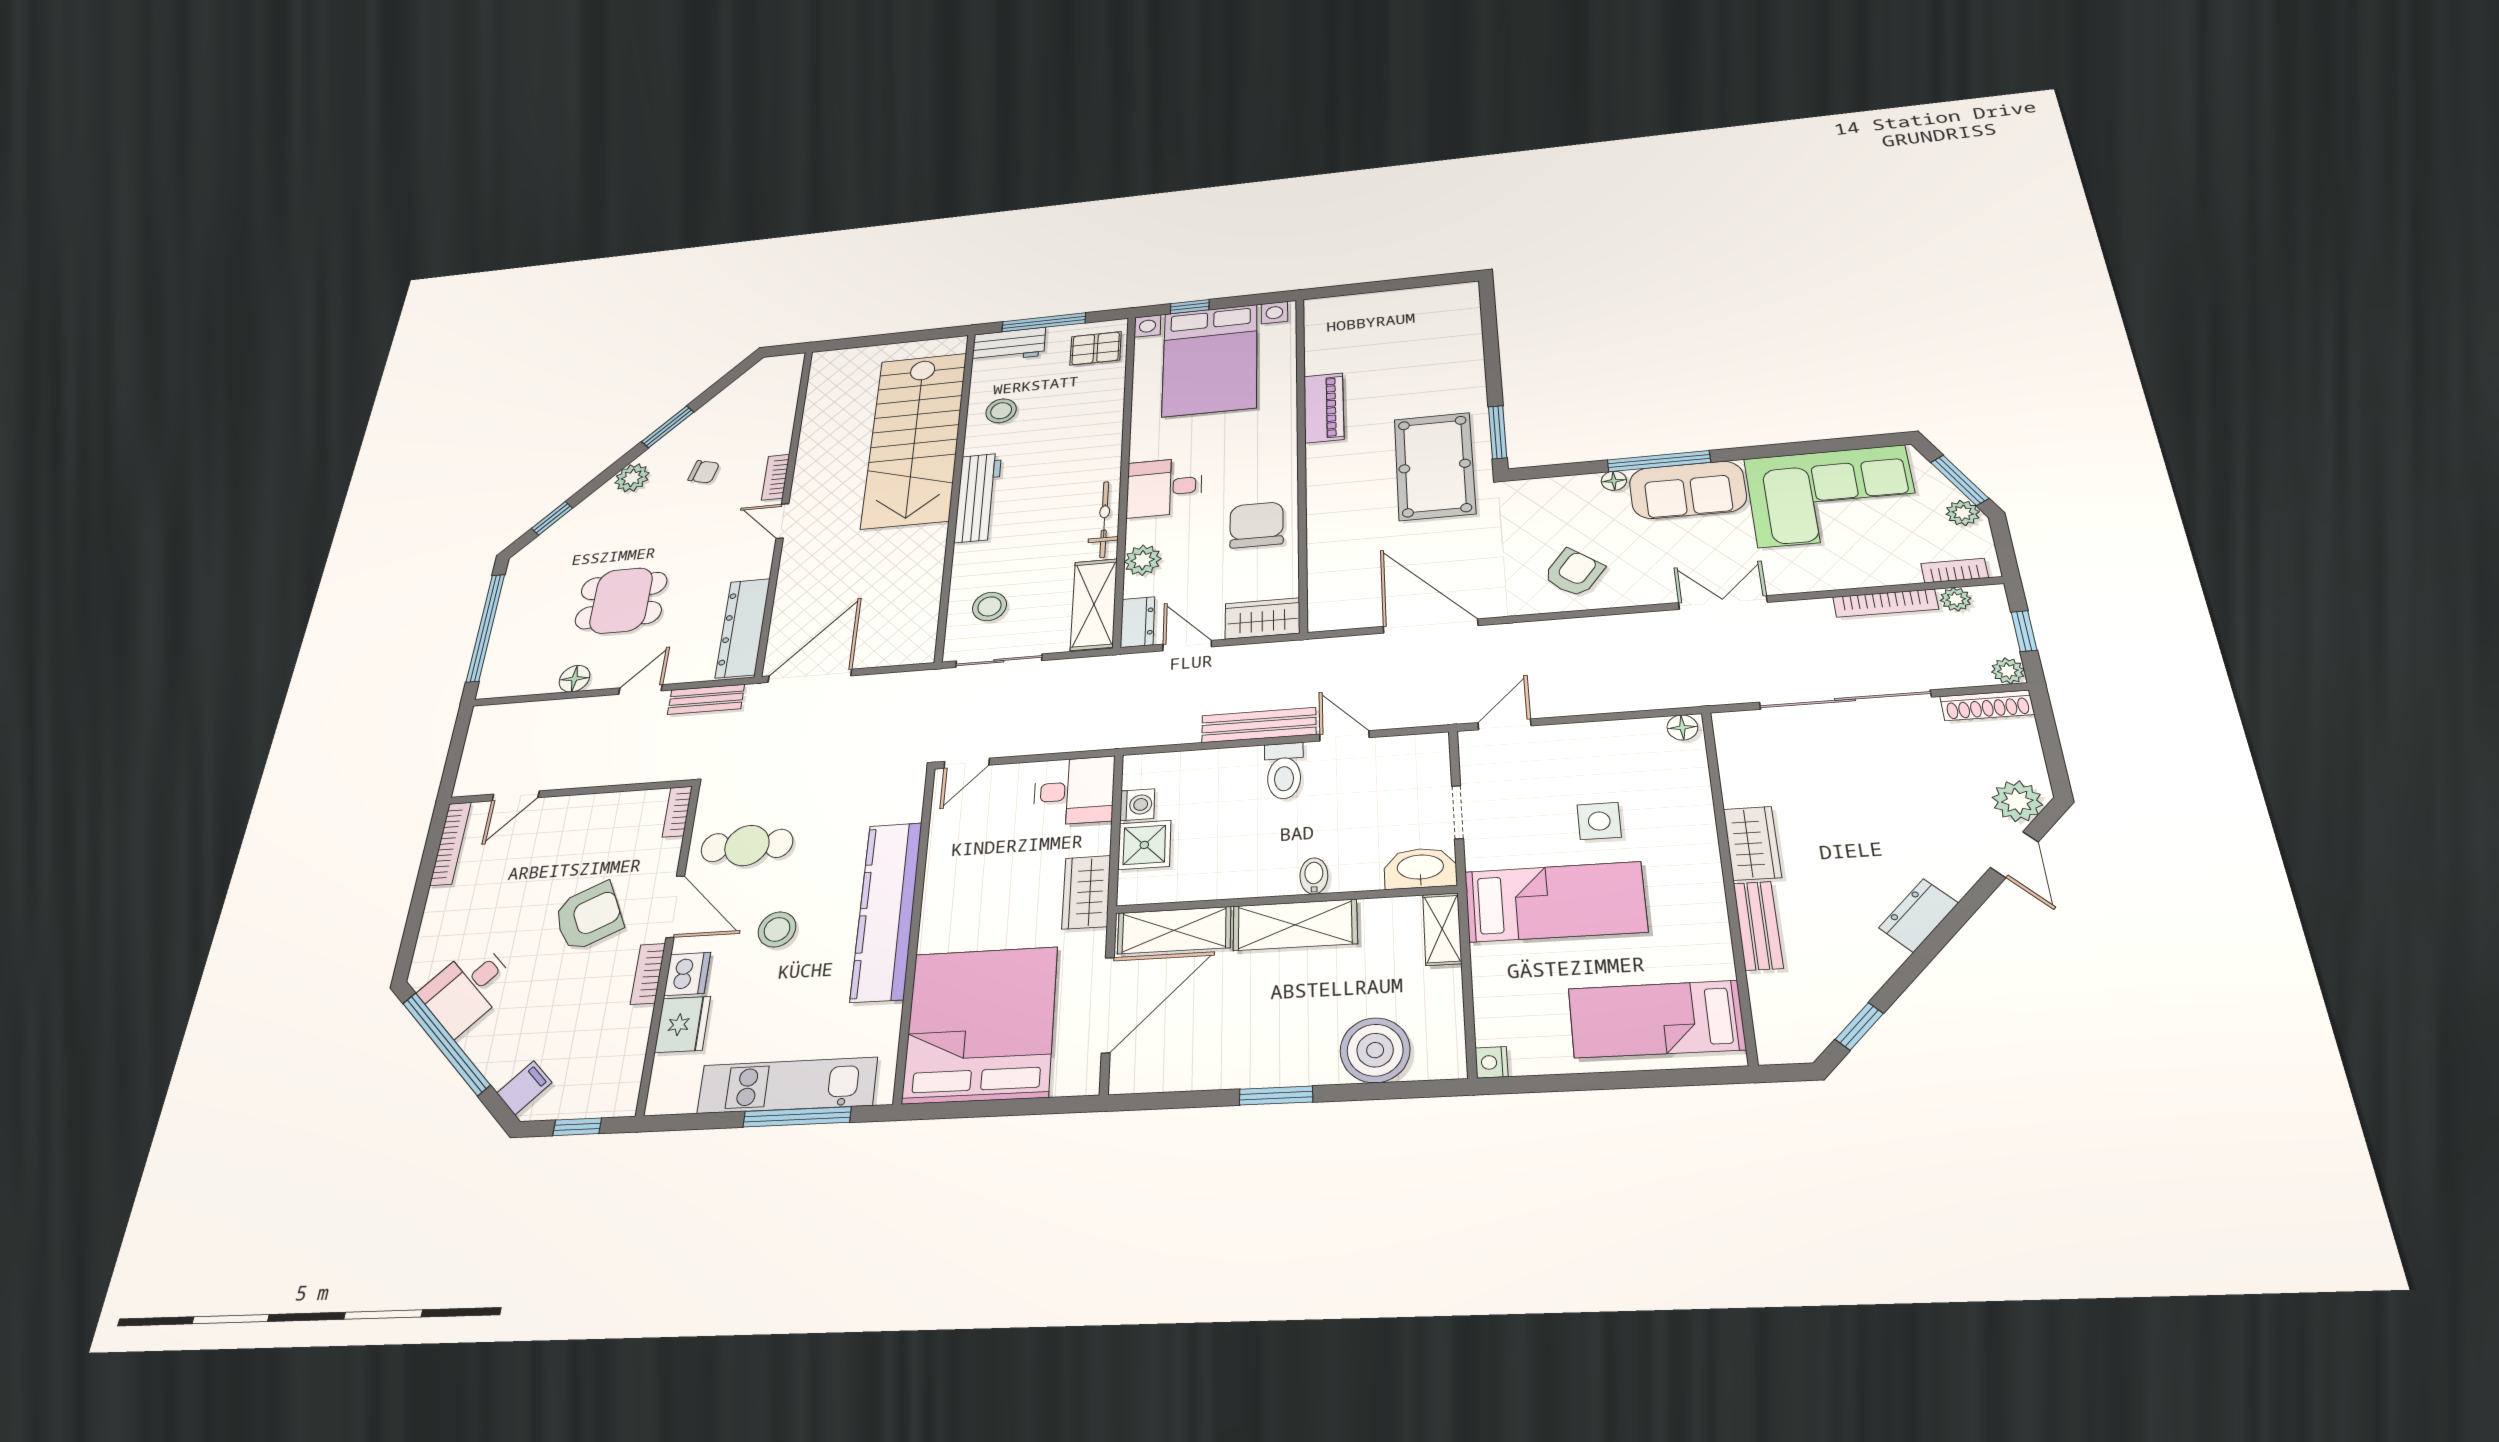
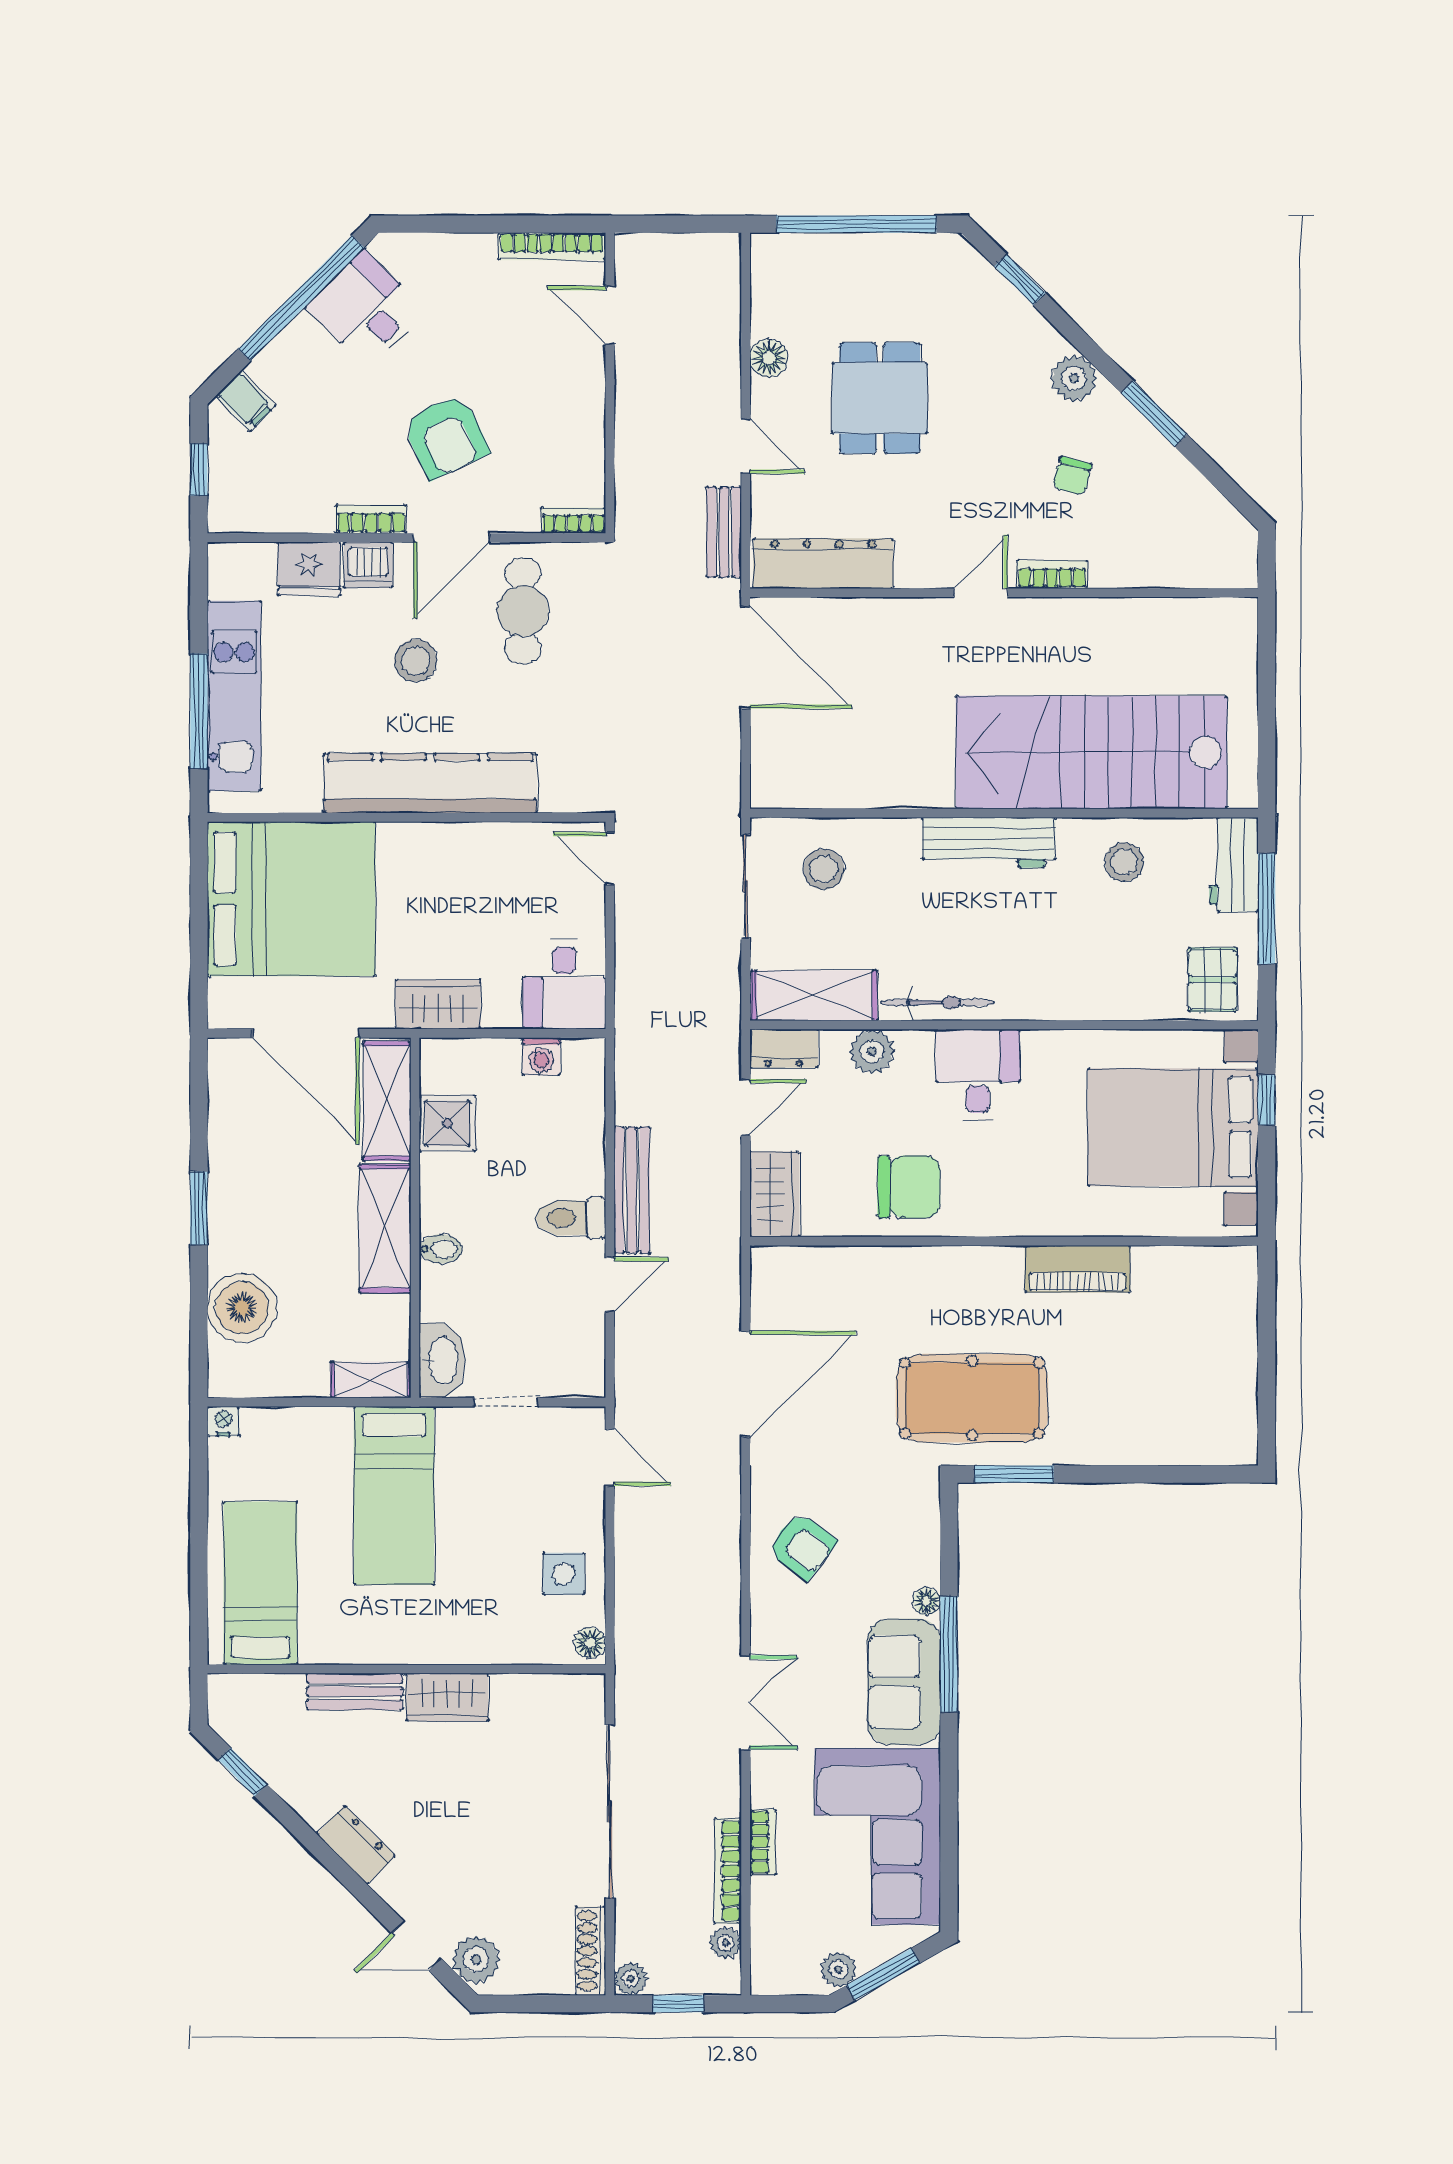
bookcase: (1955, 571) -> (763, 1842), moved
side table: (1599, 821) -> (564, 1574), moved
shower: (1144, 845) -> (447, 1123), moved

